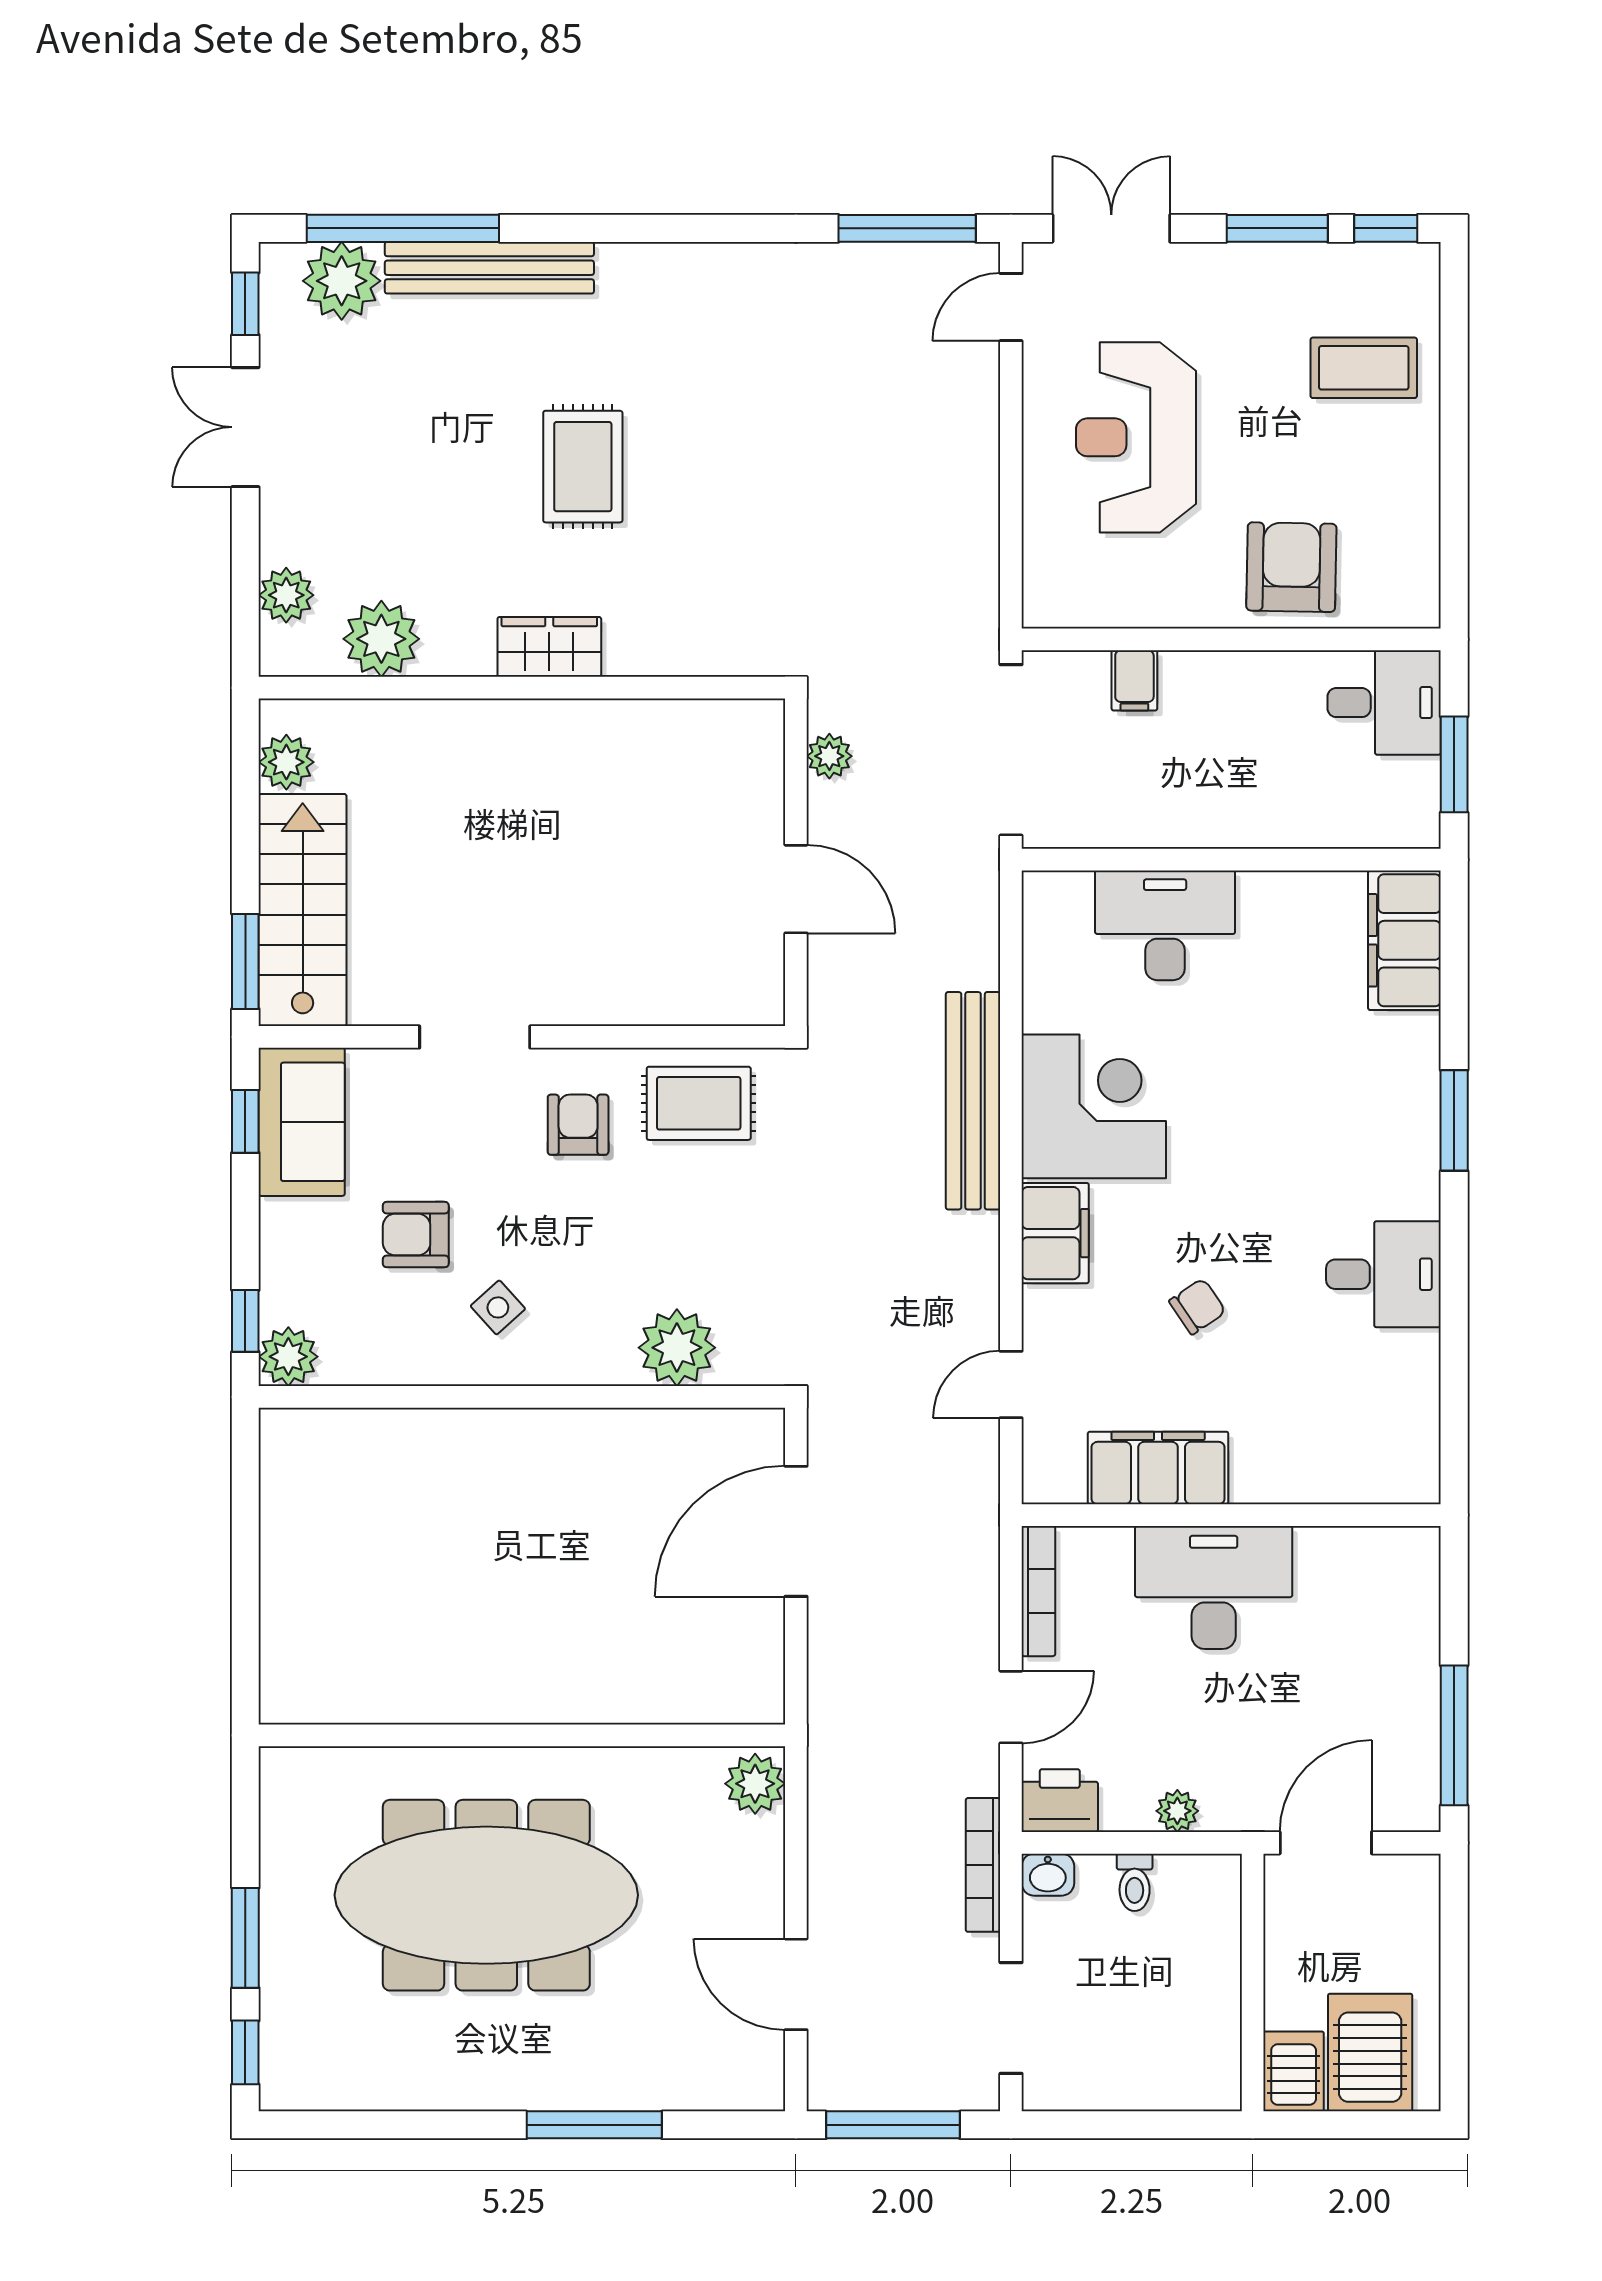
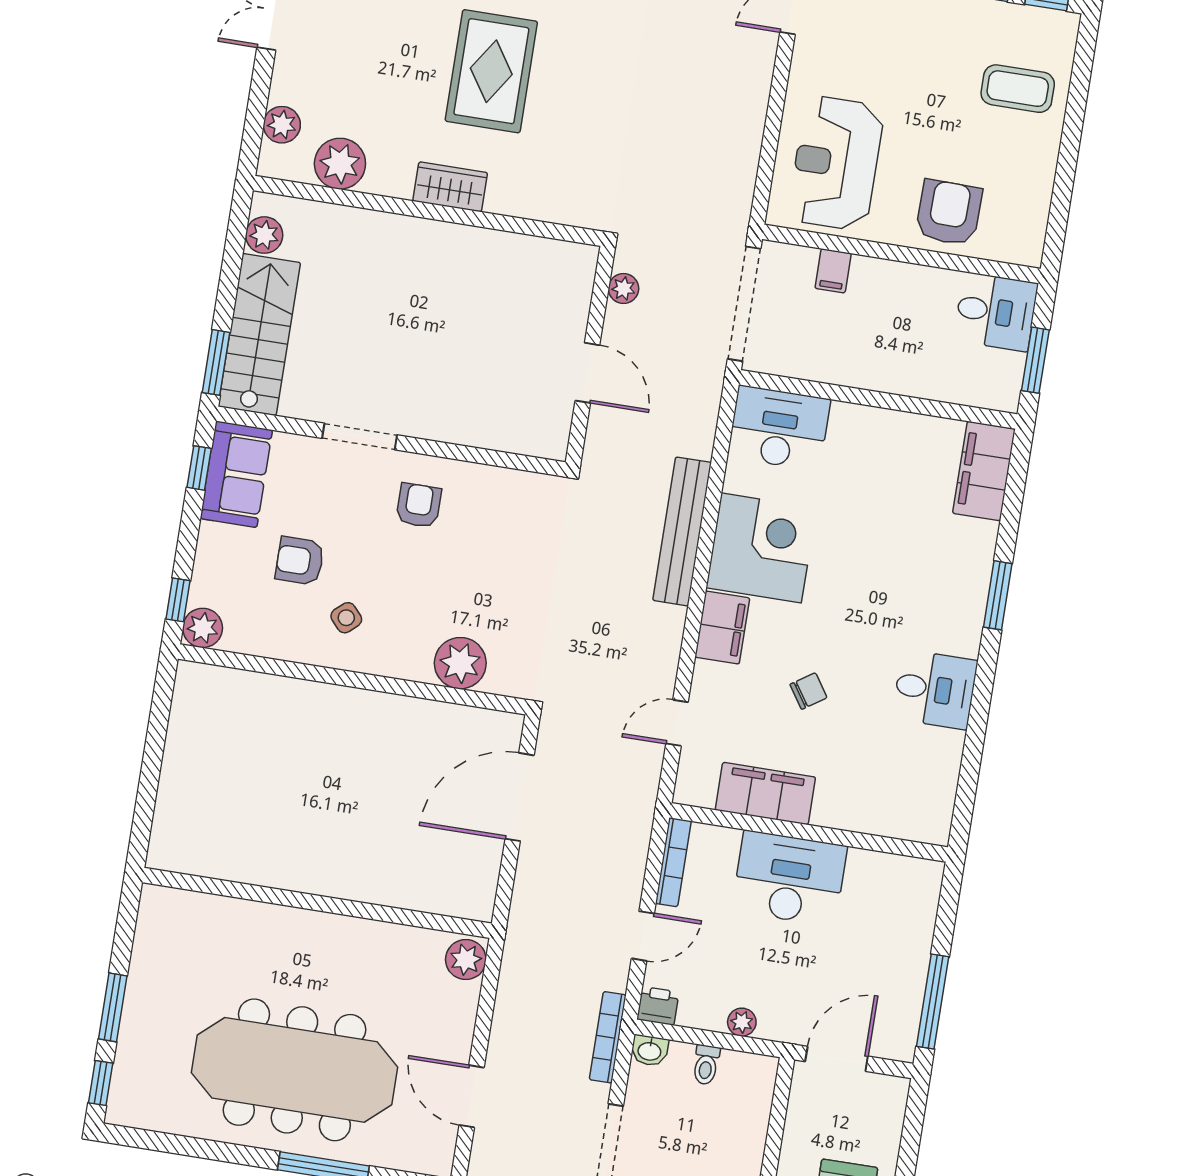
reception desk: (1136, 437) -> (836, 163), moved
rug: (583, 467) -> (491, 71), width x1.36, depth x1.43
desk: (1165, 925) -> (779, 428), moved
rug: (699, 1103) -> (501, 504), removed
printer: (1060, 1801) -> (658, 1006), width x0.73, depth x0.81
meeting table: (486, 1895) -> (294, 1070), moved

